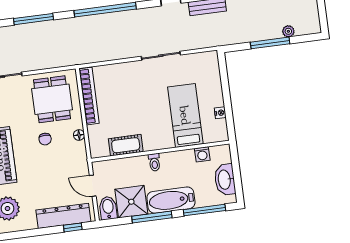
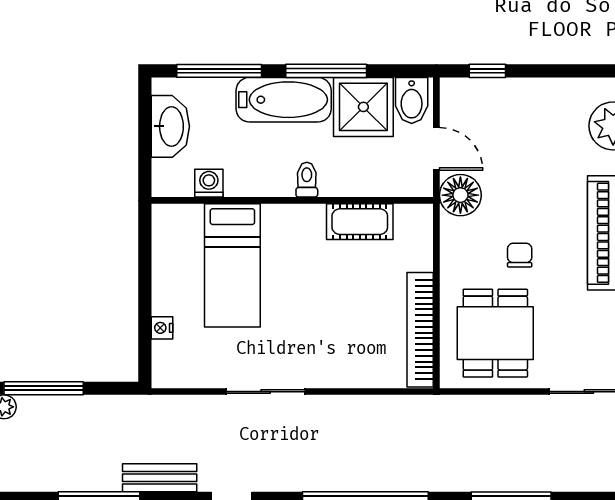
nightstand: (220, 113) -> (162, 328), moved
floor lamp: (79, 135) -> (460, 195), moved, width x1.89, depth x1.89
dresser: (63, 216) -> (503, 96), removed

